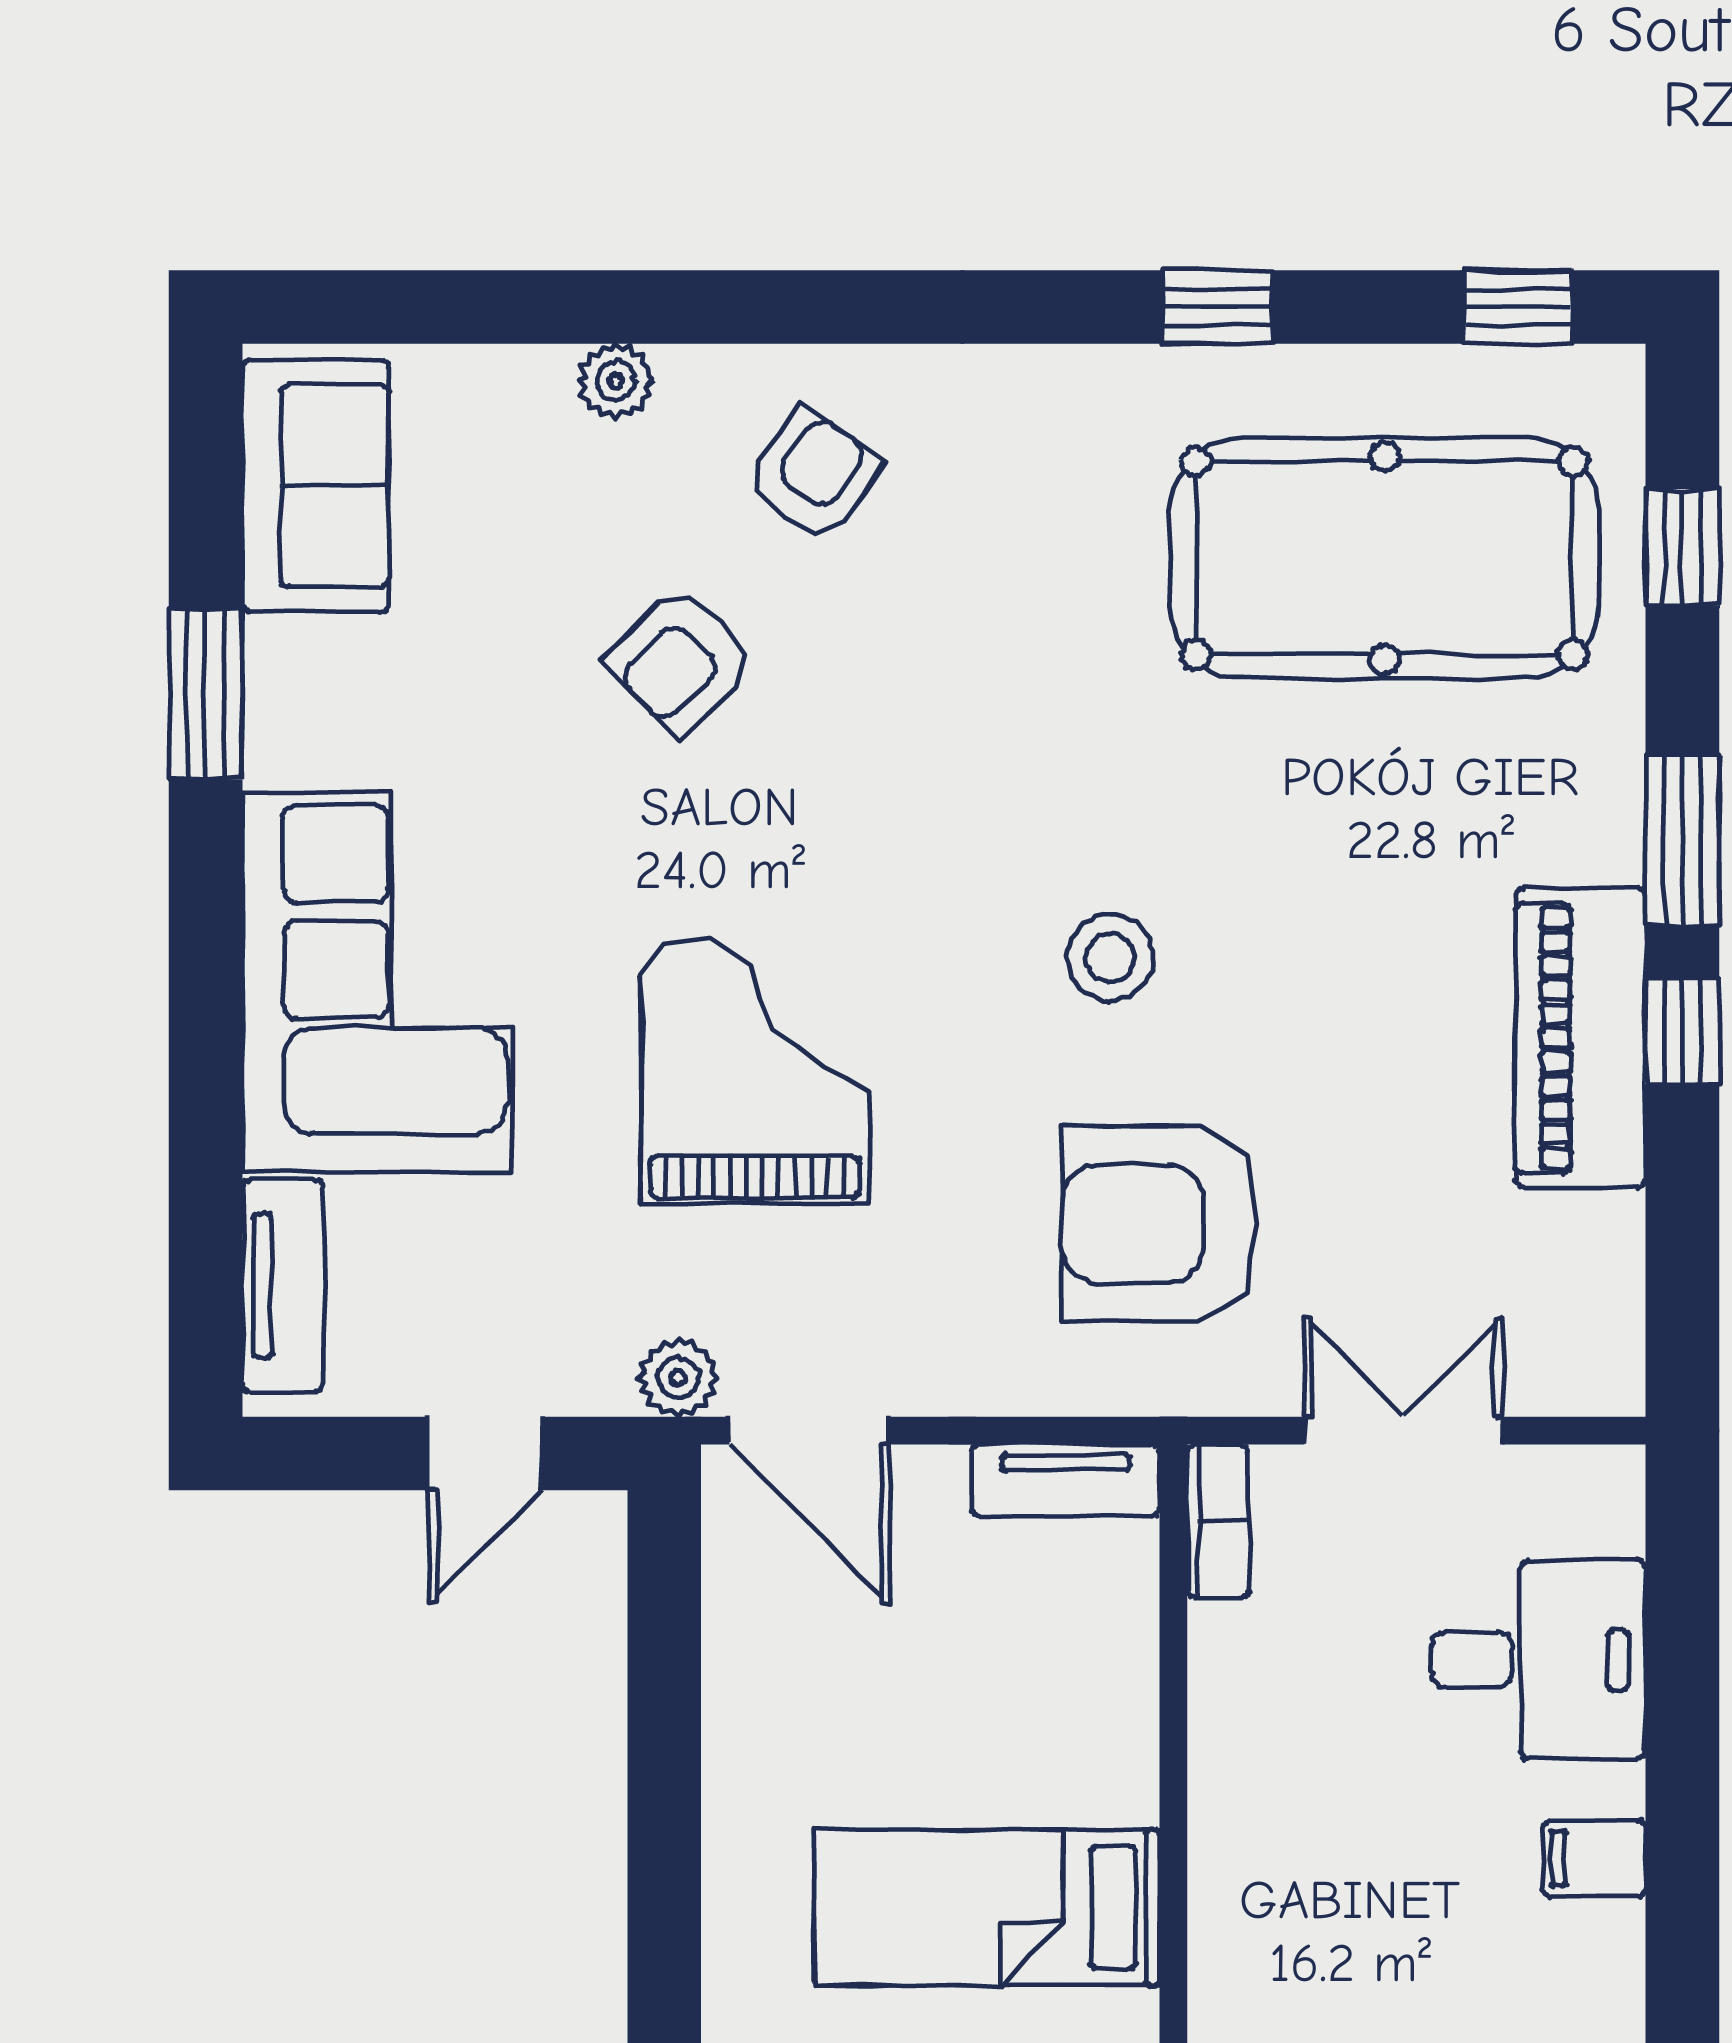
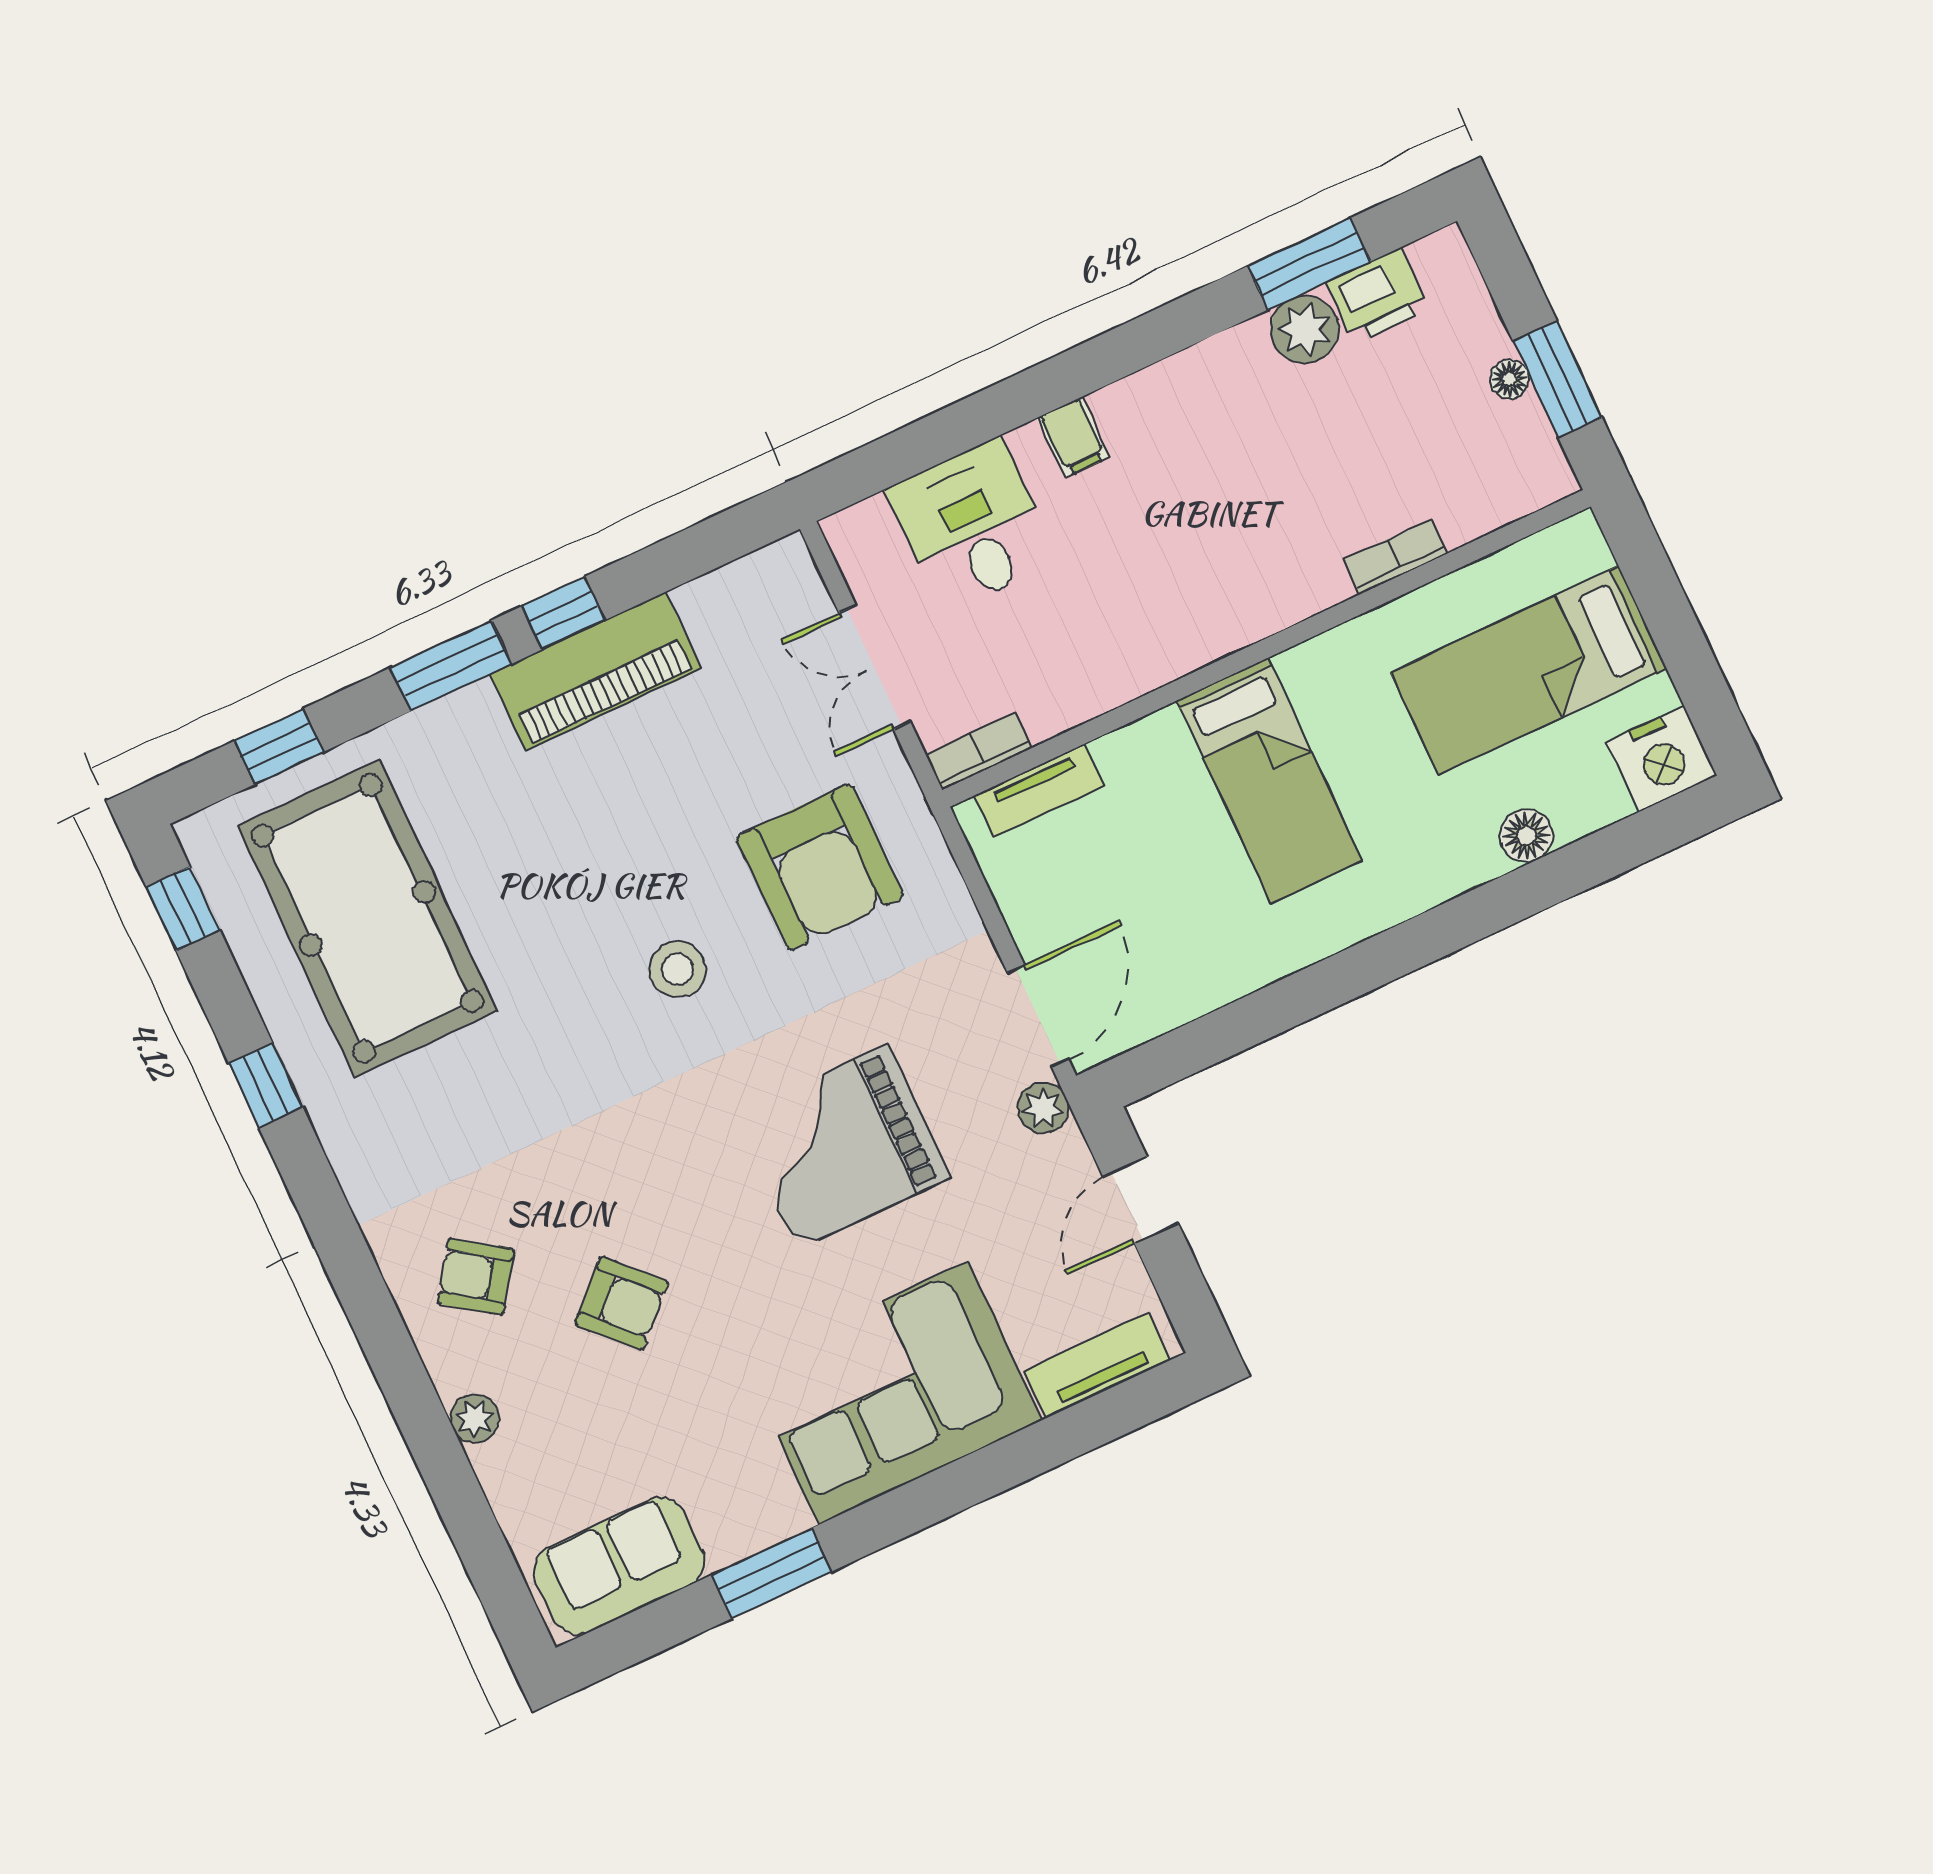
door: (485, 1454) -> (1141, 1200), swing flipped
tv unit: (1066, 1480) -> (1039, 790), moved, turned 90

